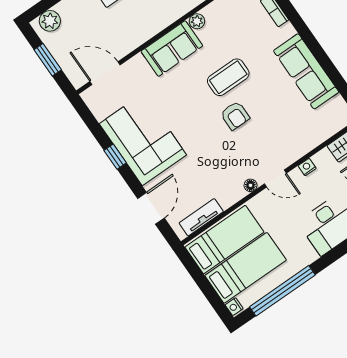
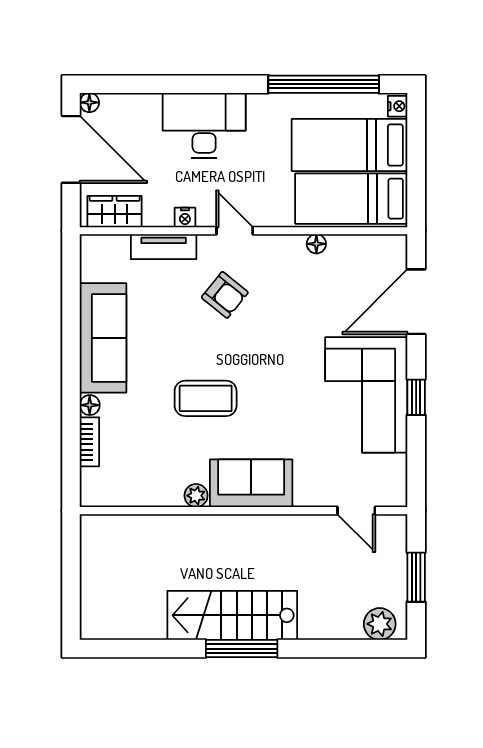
floor lamp: (288, 30) -> (90, 405), added
door: (105, 73) -> (356, 511), width x0.73
armchair: (235, 116) -> (225, 295), moved, turned 129
floor lamp: (250, 185) -> (316, 244), moved
door: (151, 208) -> (416, 302), width x1.36
tv unit: (201, 217) -> (164, 247), moved

